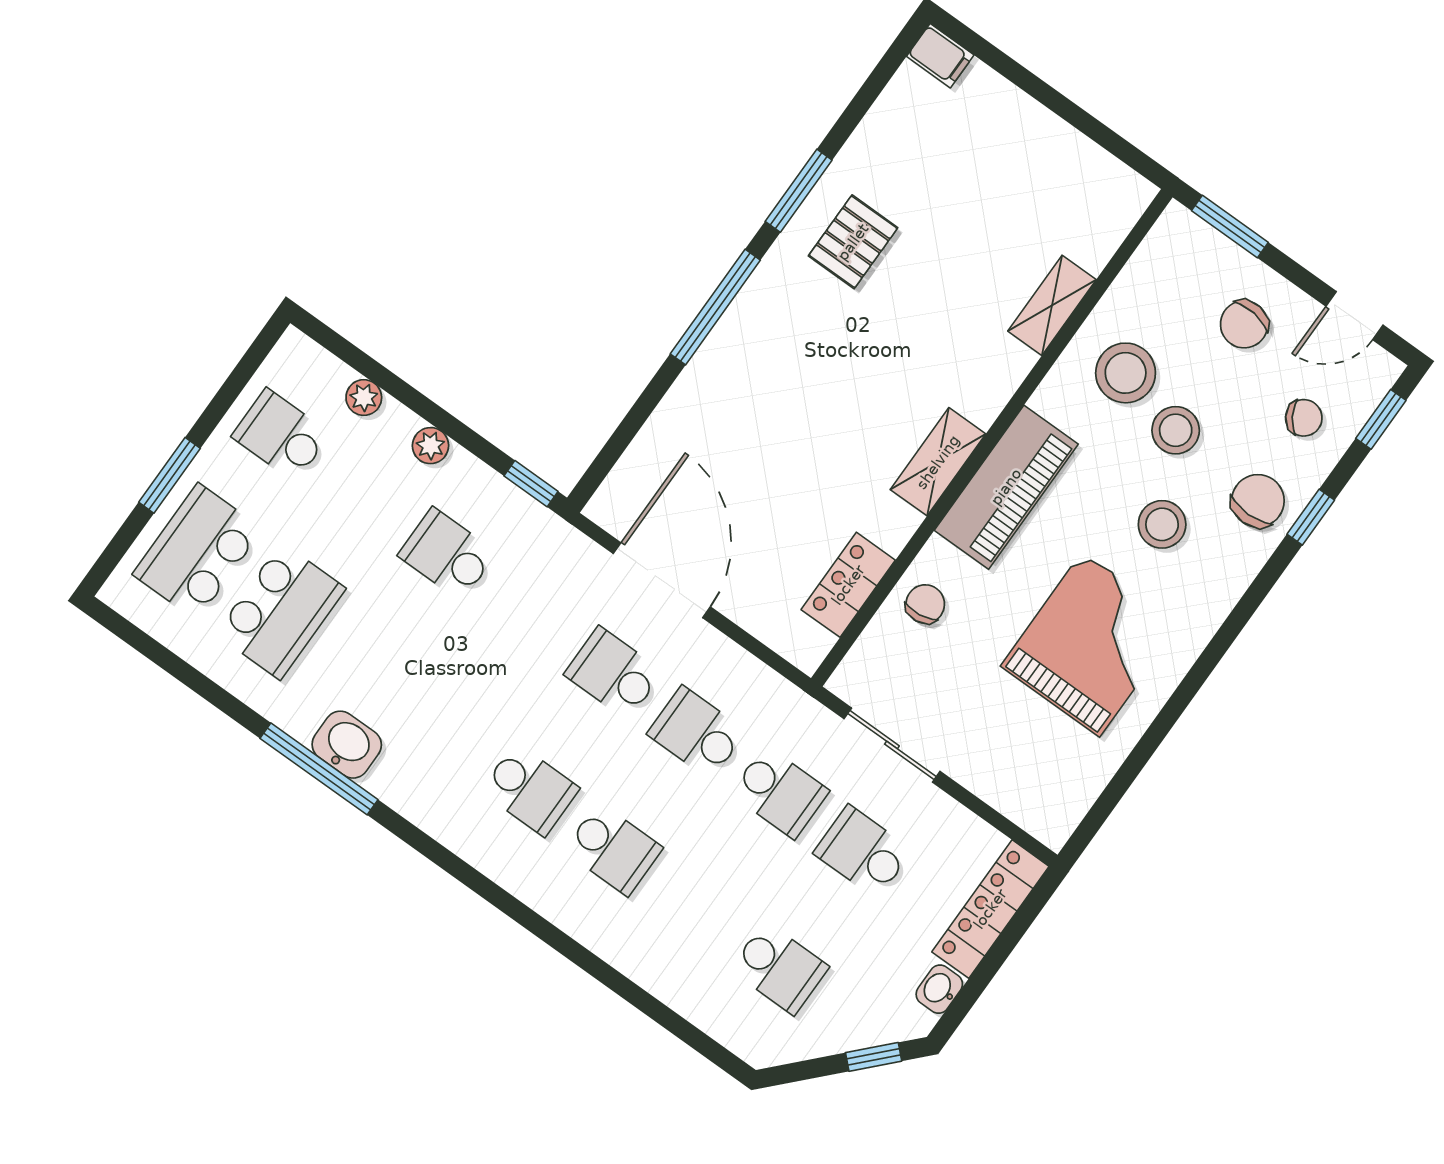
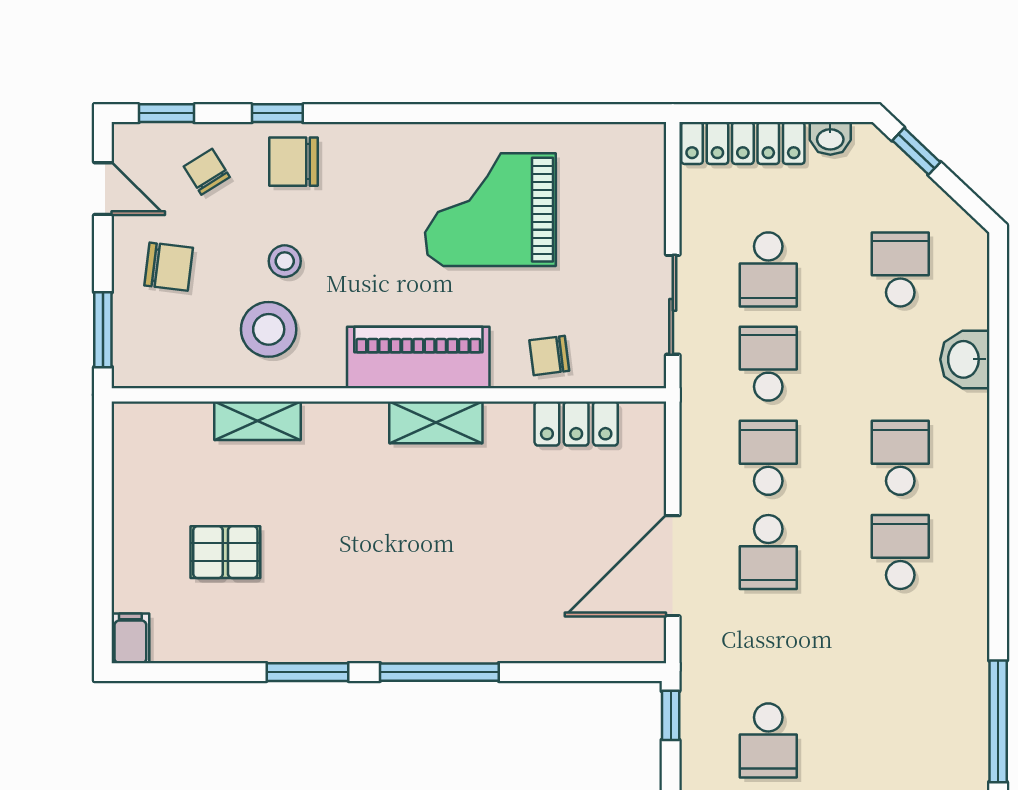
pallet: (853, 242) -> (225, 552), moved
stool: (1176, 430) -> (285, 261), width x0.73, depth x0.73
stool: (1162, 524) -> (363, 221), removed
school desk: (697, 733) -> (768, 458), turned 180
washbasin: (347, 745) -> (965, 359), moved

